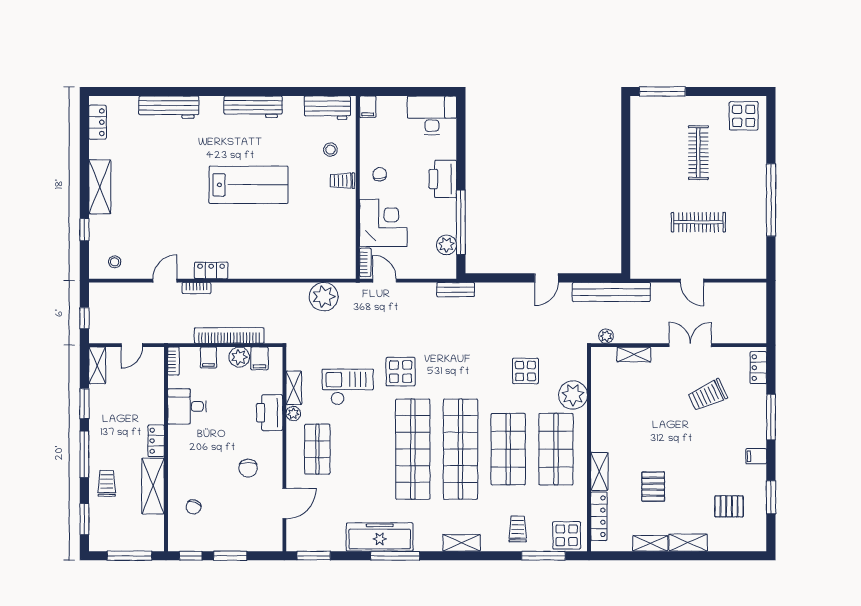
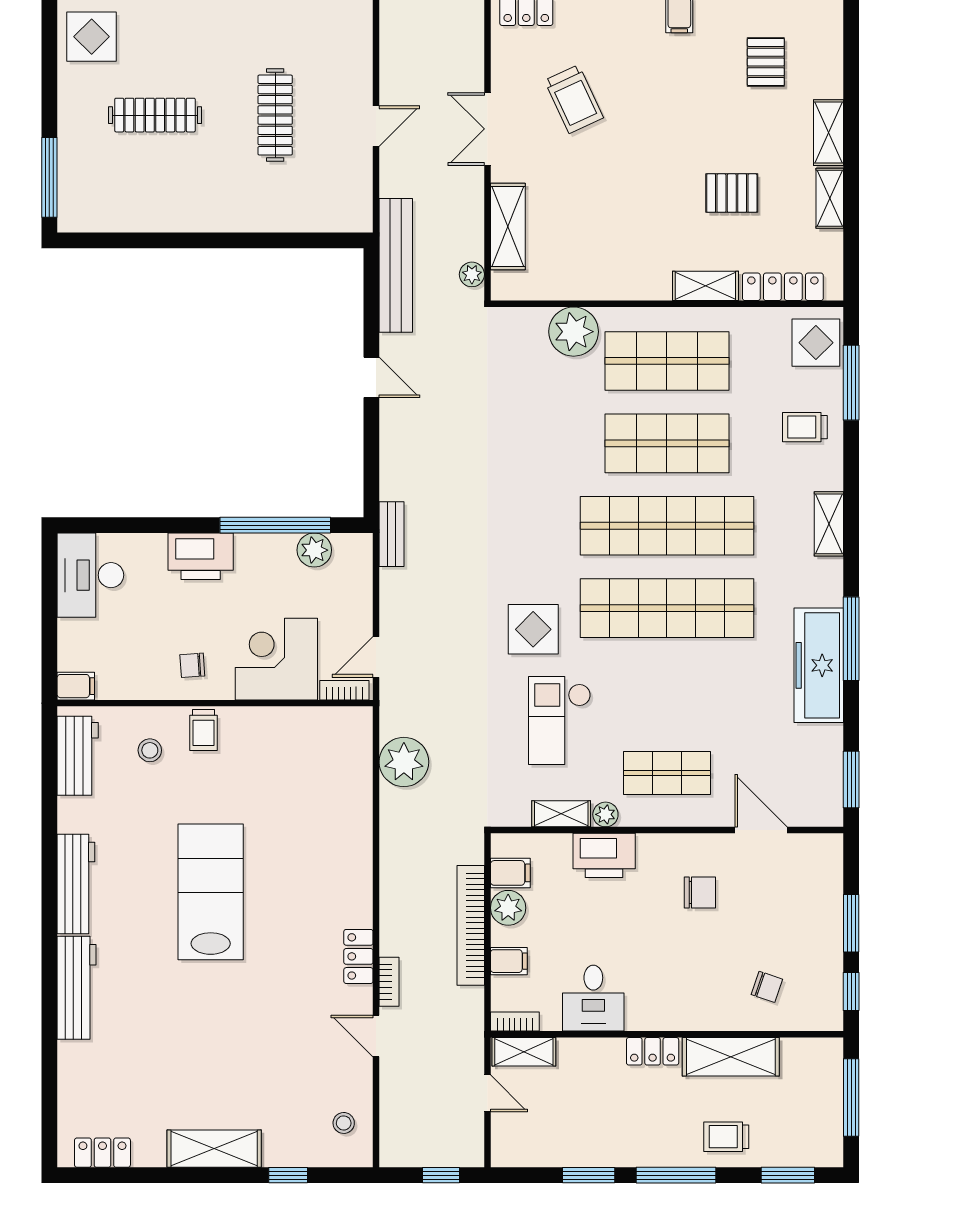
workbench: (169, 107) -> (77, 988), moved
shelving: (634, 354) -> (508, 226), width x1.50, depth x1.33
shelving: (97, 365) -> (524, 1052), moved
display table: (525, 371) -> (532, 414), removed

